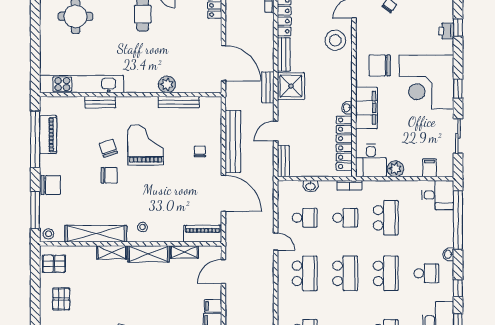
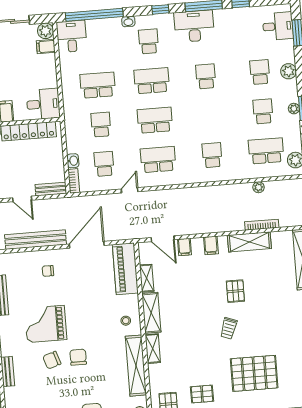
plant: (395, 169) -> (45, 31), moved
bookcase: (349, 185) -> (74, 181), moved
piano: (203, 234) -> (125, 269), width x1.37, depth x1.33
filing cabinet: (213, 306) -> (185, 247), moved

